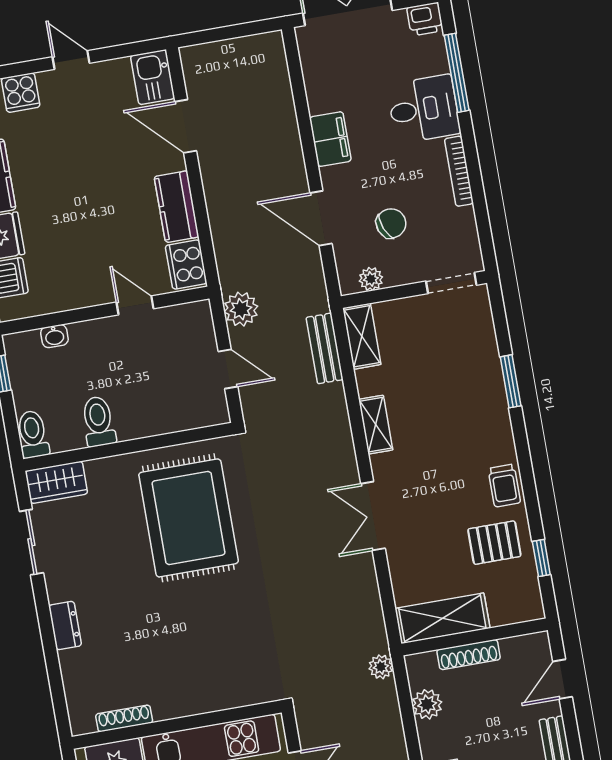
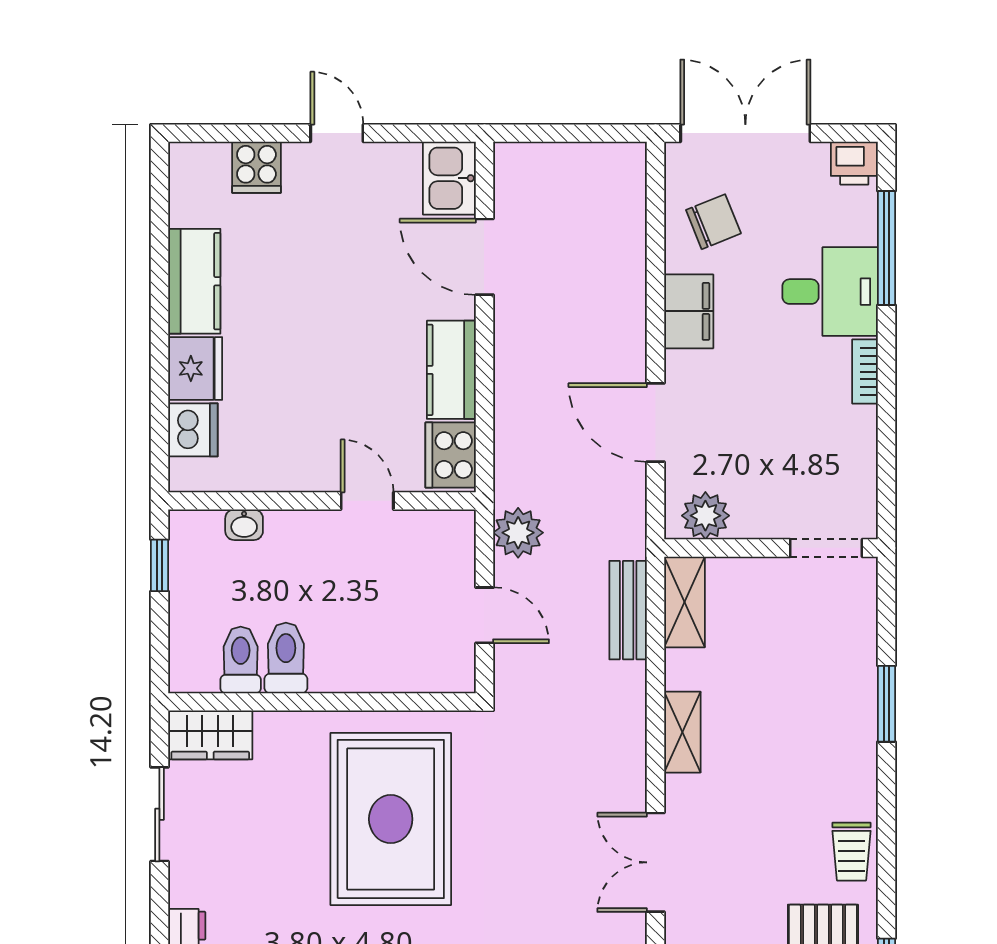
bookcase: (459, 171) -> (865, 372), width x0.64
chair: (391, 223) -> (713, 222), moved
plant: (371, 279) -> (705, 516), width x1.38, depth x1.38
toilet: (33, 434) -> (241, 660), moved

